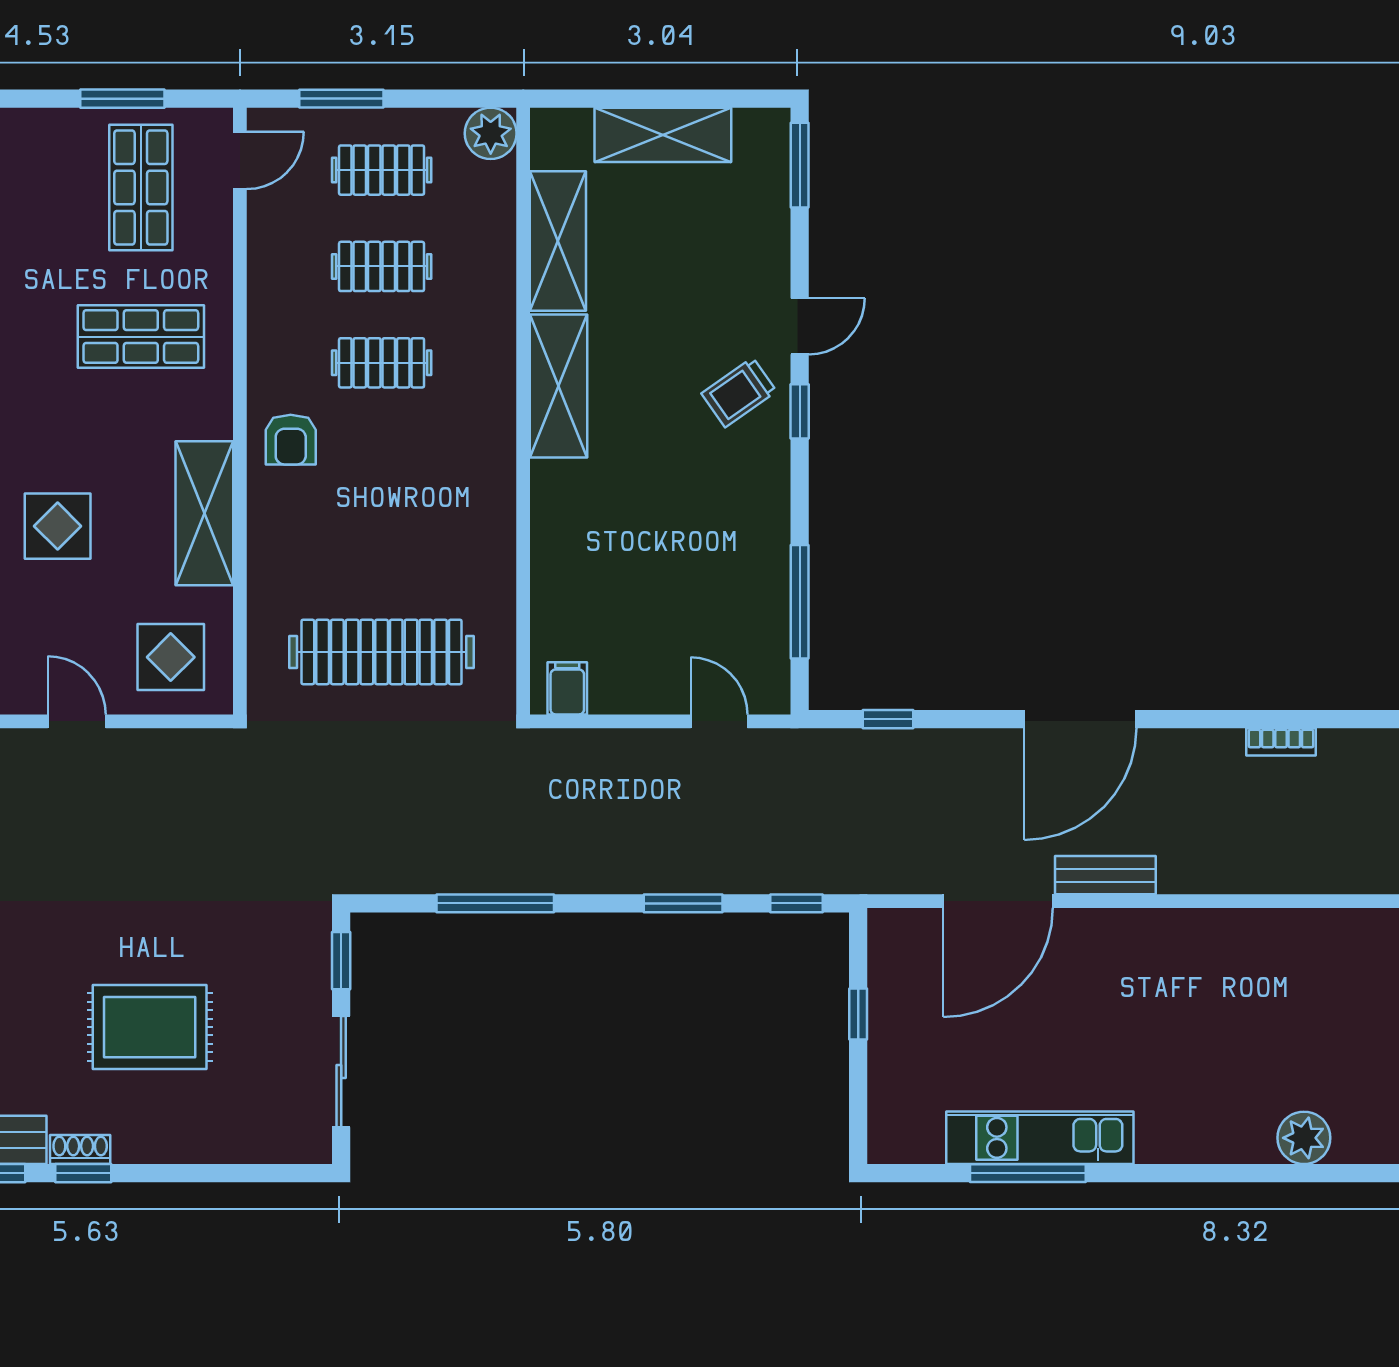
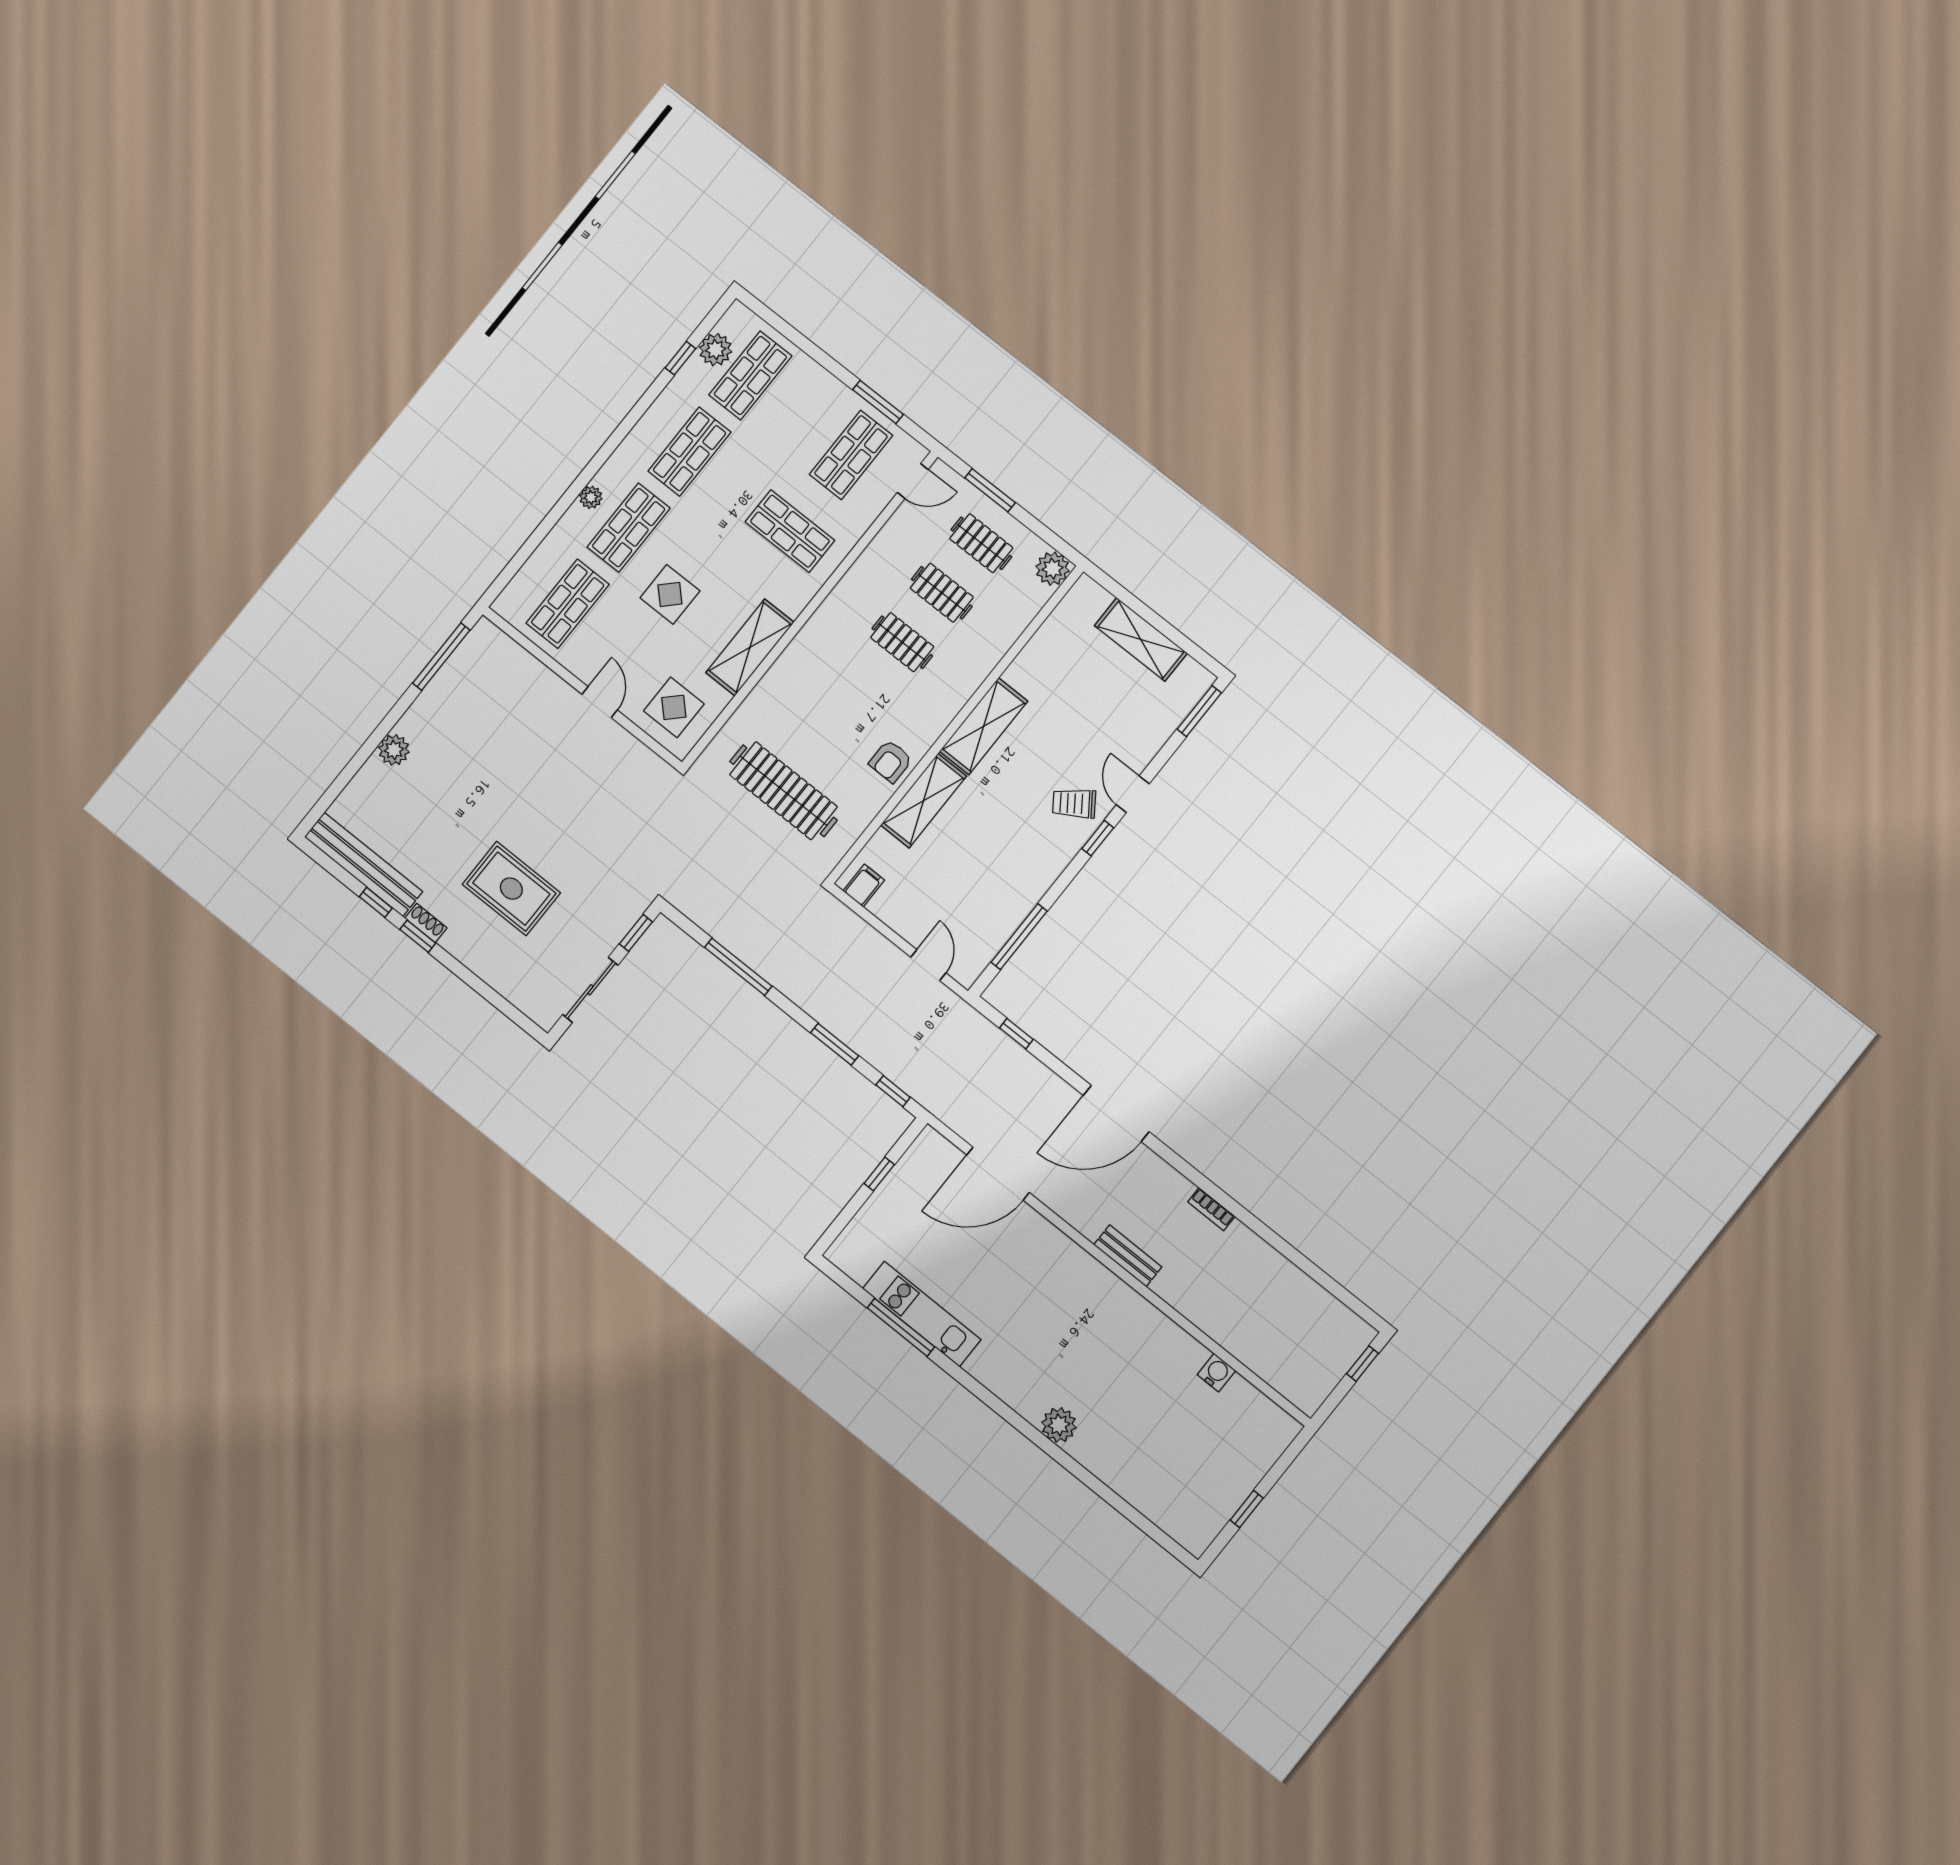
shelving: (558, 241) -> (924, 801), moved
door: (800, 326) -> (1133, 794), swing flipped
armchair: (291, 440) -> (891, 761), moved
bench: (1105, 875) -> (1128, 1256), moved

